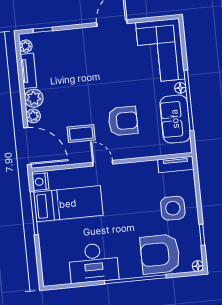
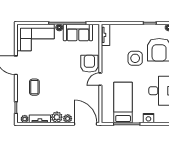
armchair: (123, 121) -> (89, 64), moved
coffee table: (81, 133) -> (34, 87), moved
door: (28, 146) -> (86, 124), hinge flipped
nightstand: (40, 182) -> (148, 118), moved
side table: (173, 208) -> (135, 58), moved

